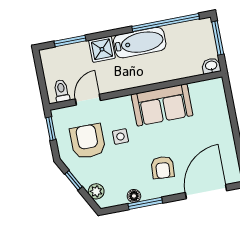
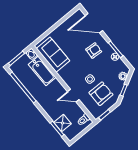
bathtub: (140, 43) -> (42, 71), moved, turned 180
shower: (102, 49) -> (62, 123), moved
door: (88, 100) -> (73, 96), moved
sofa: (162, 105) -> (53, 55), moved
armchair: (88, 141) -> (101, 94), turned 180

